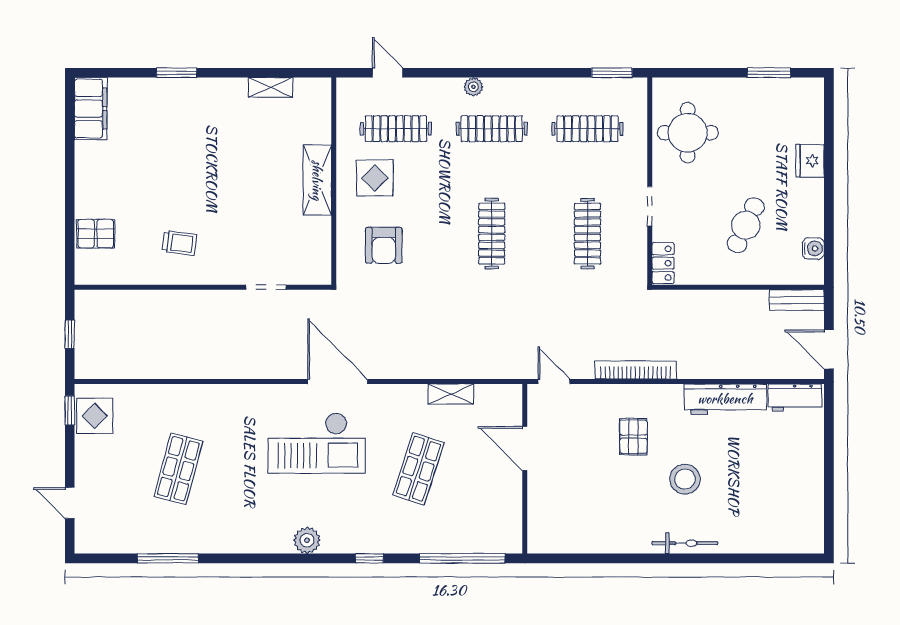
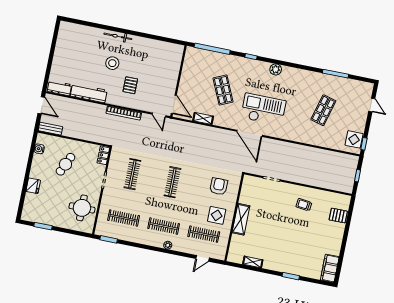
door: (388, 73) -> (202, 258), hinge flipped
door: (525, 448) -> (174, 104), moved
shop shelf: (418, 469) -> (223, 90), turned -42

